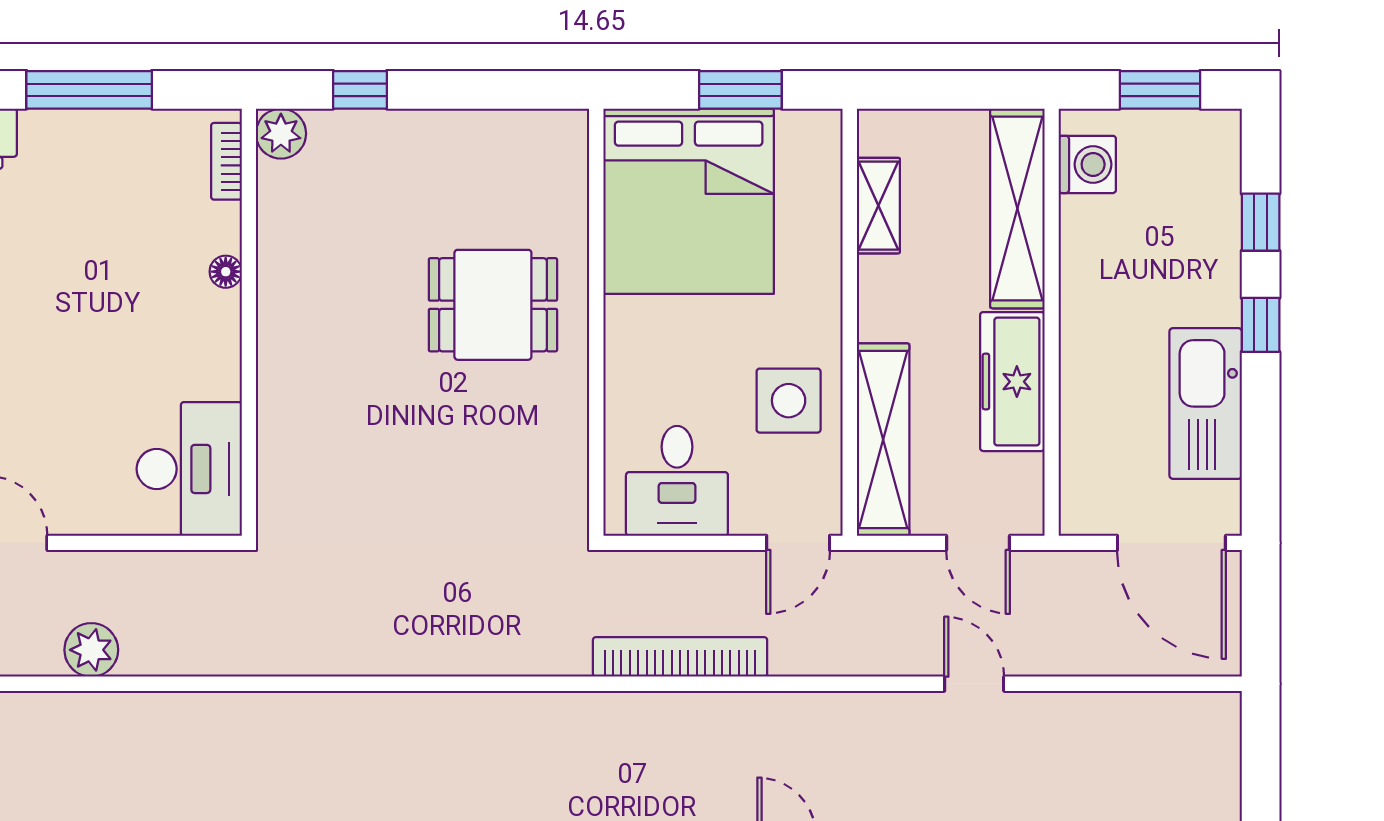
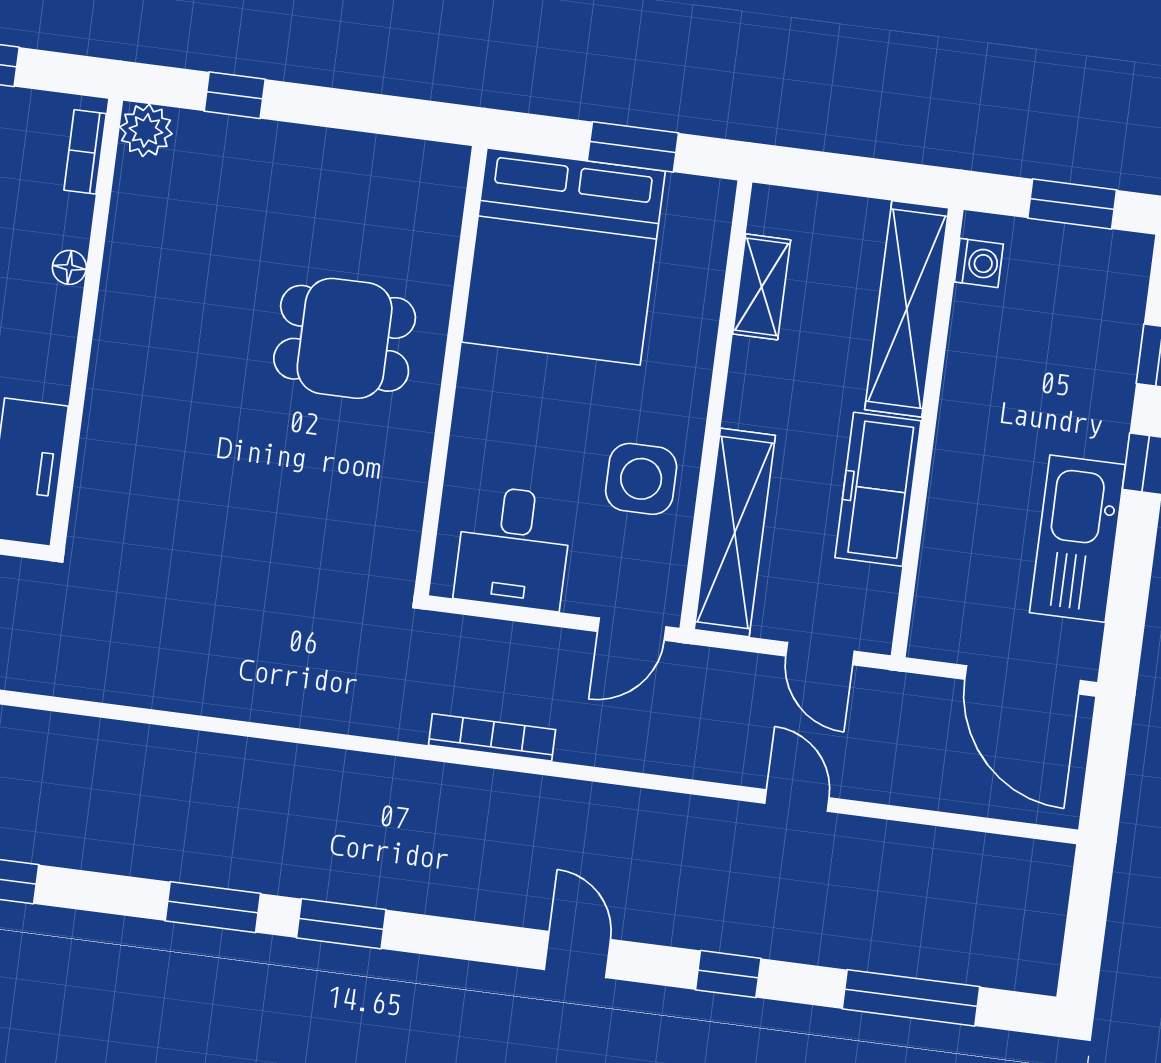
washing machine: (1087, 164) -> (979, 263), width x0.73, depth x0.73
bookcase: (680, 657) -> (492, 737), width x0.68, depth x0.76

